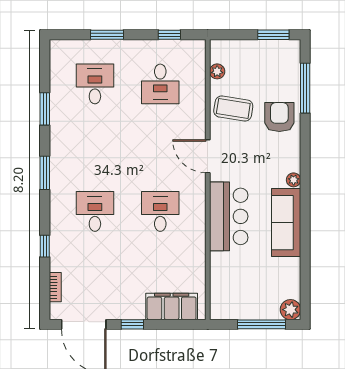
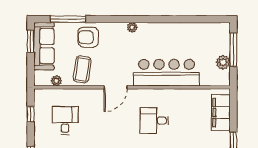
desk: (160, 84) -> (65, 121), turned -90
bar counter: (229, 216) -> (167, 73), width x1.36
sofa: (286, 223) -> (44, 46), moved, turned -90
plant: (290, 310) -> (223, 62), moved

